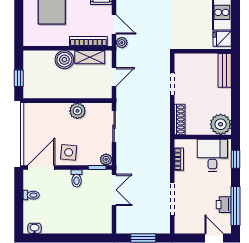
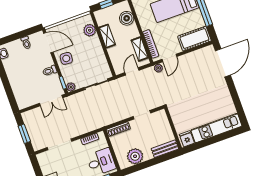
boiler: (64, 60) -> (127, 18), moved
door: (114, 77) -> (132, 71), swing flipped
shelving: (59, 92) -> (107, 36), added
plant: (77, 111) -> (90, 30), moved
plant: (221, 124) -> (135, 156), moved

